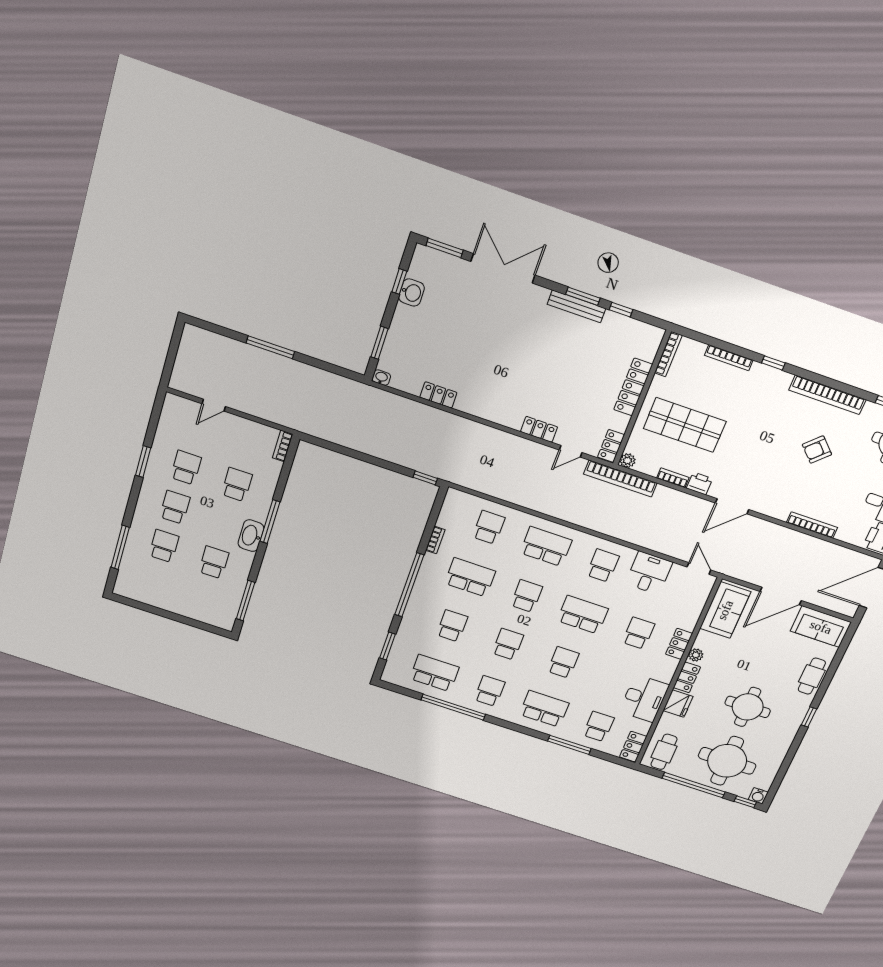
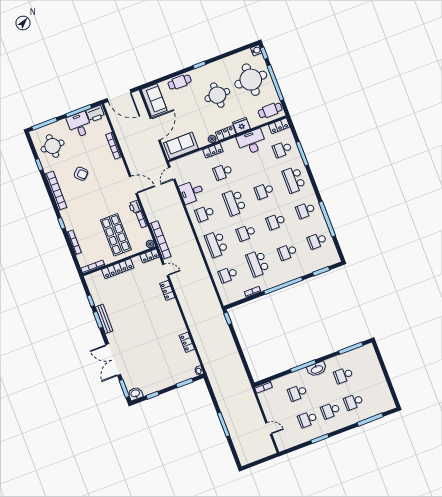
washbasin: (412, 292) -> (135, 394), moved
door: (781, 596) -> (155, 129), hinge flipped
school desk: (434, 673) -> (317, 241), width x0.54

